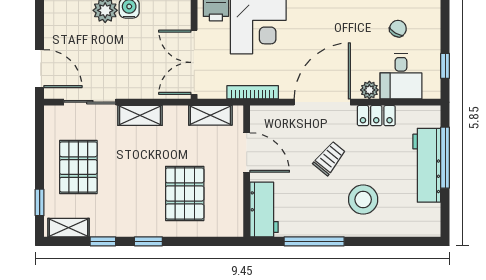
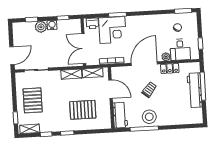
door: (40, 69) -> (12, 56), hinge flipped
shelving: (140, 115) -> (71, 74), moved
pallet: (185, 193) -> (83, 110), turned 90
stool: (363, 199) -> (149, 117), moved

